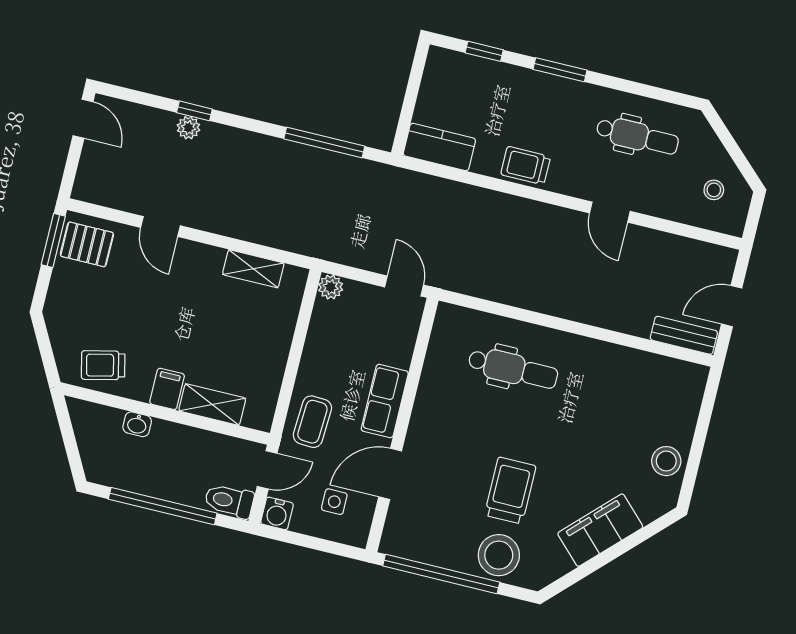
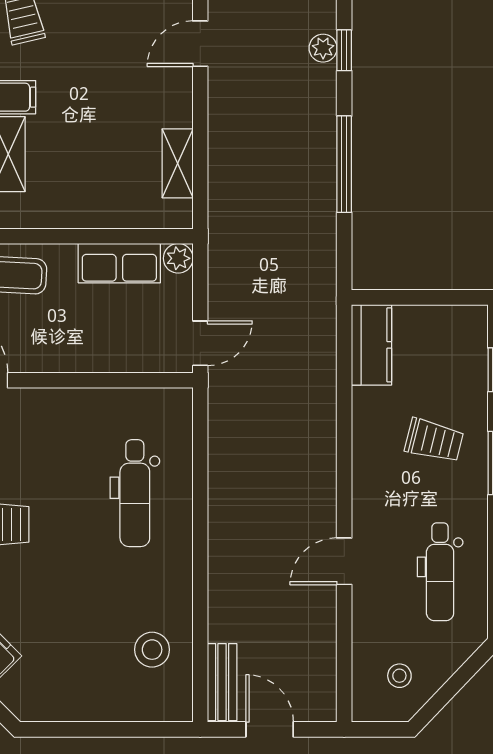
window: (324, 143) -> (344, 164), moved
trolley: (526, 166) -> (434, 440), moved, turned 104
row of seats: (385, 401) -> (119, 263), moved, turned 180
stool: (666, 461) -> (152, 650), moved

